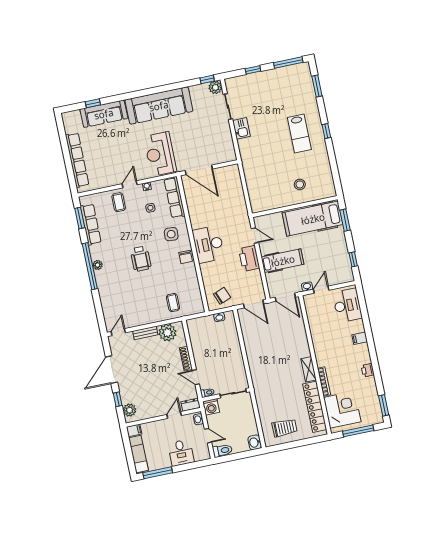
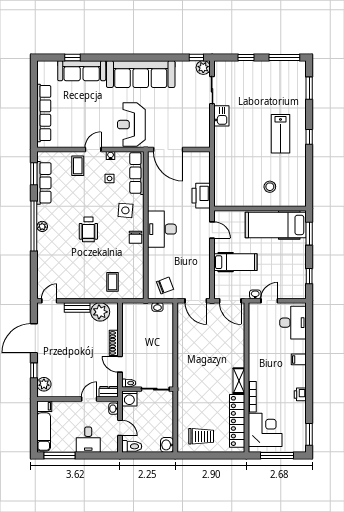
printer: (249, 258) -> (201, 196), moved

